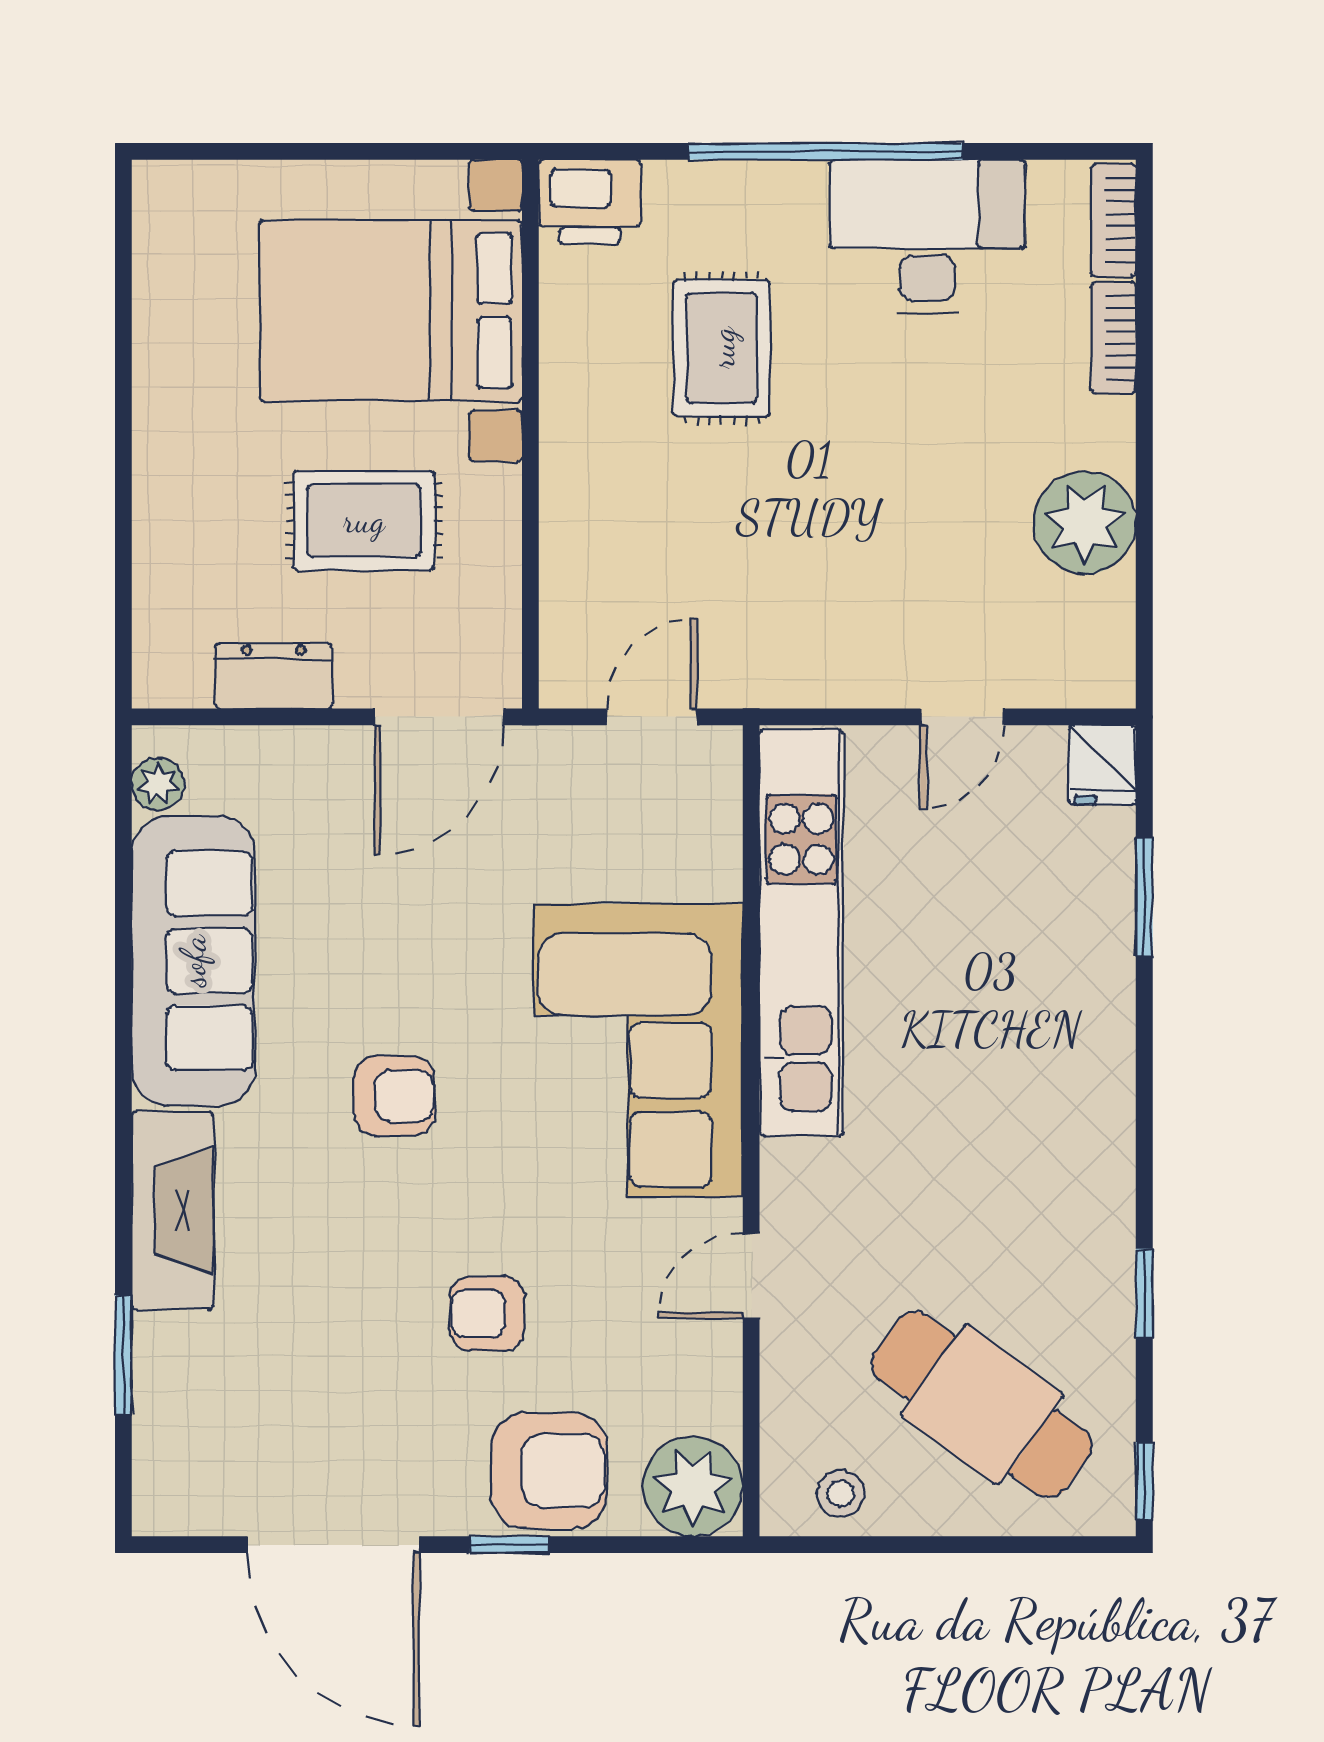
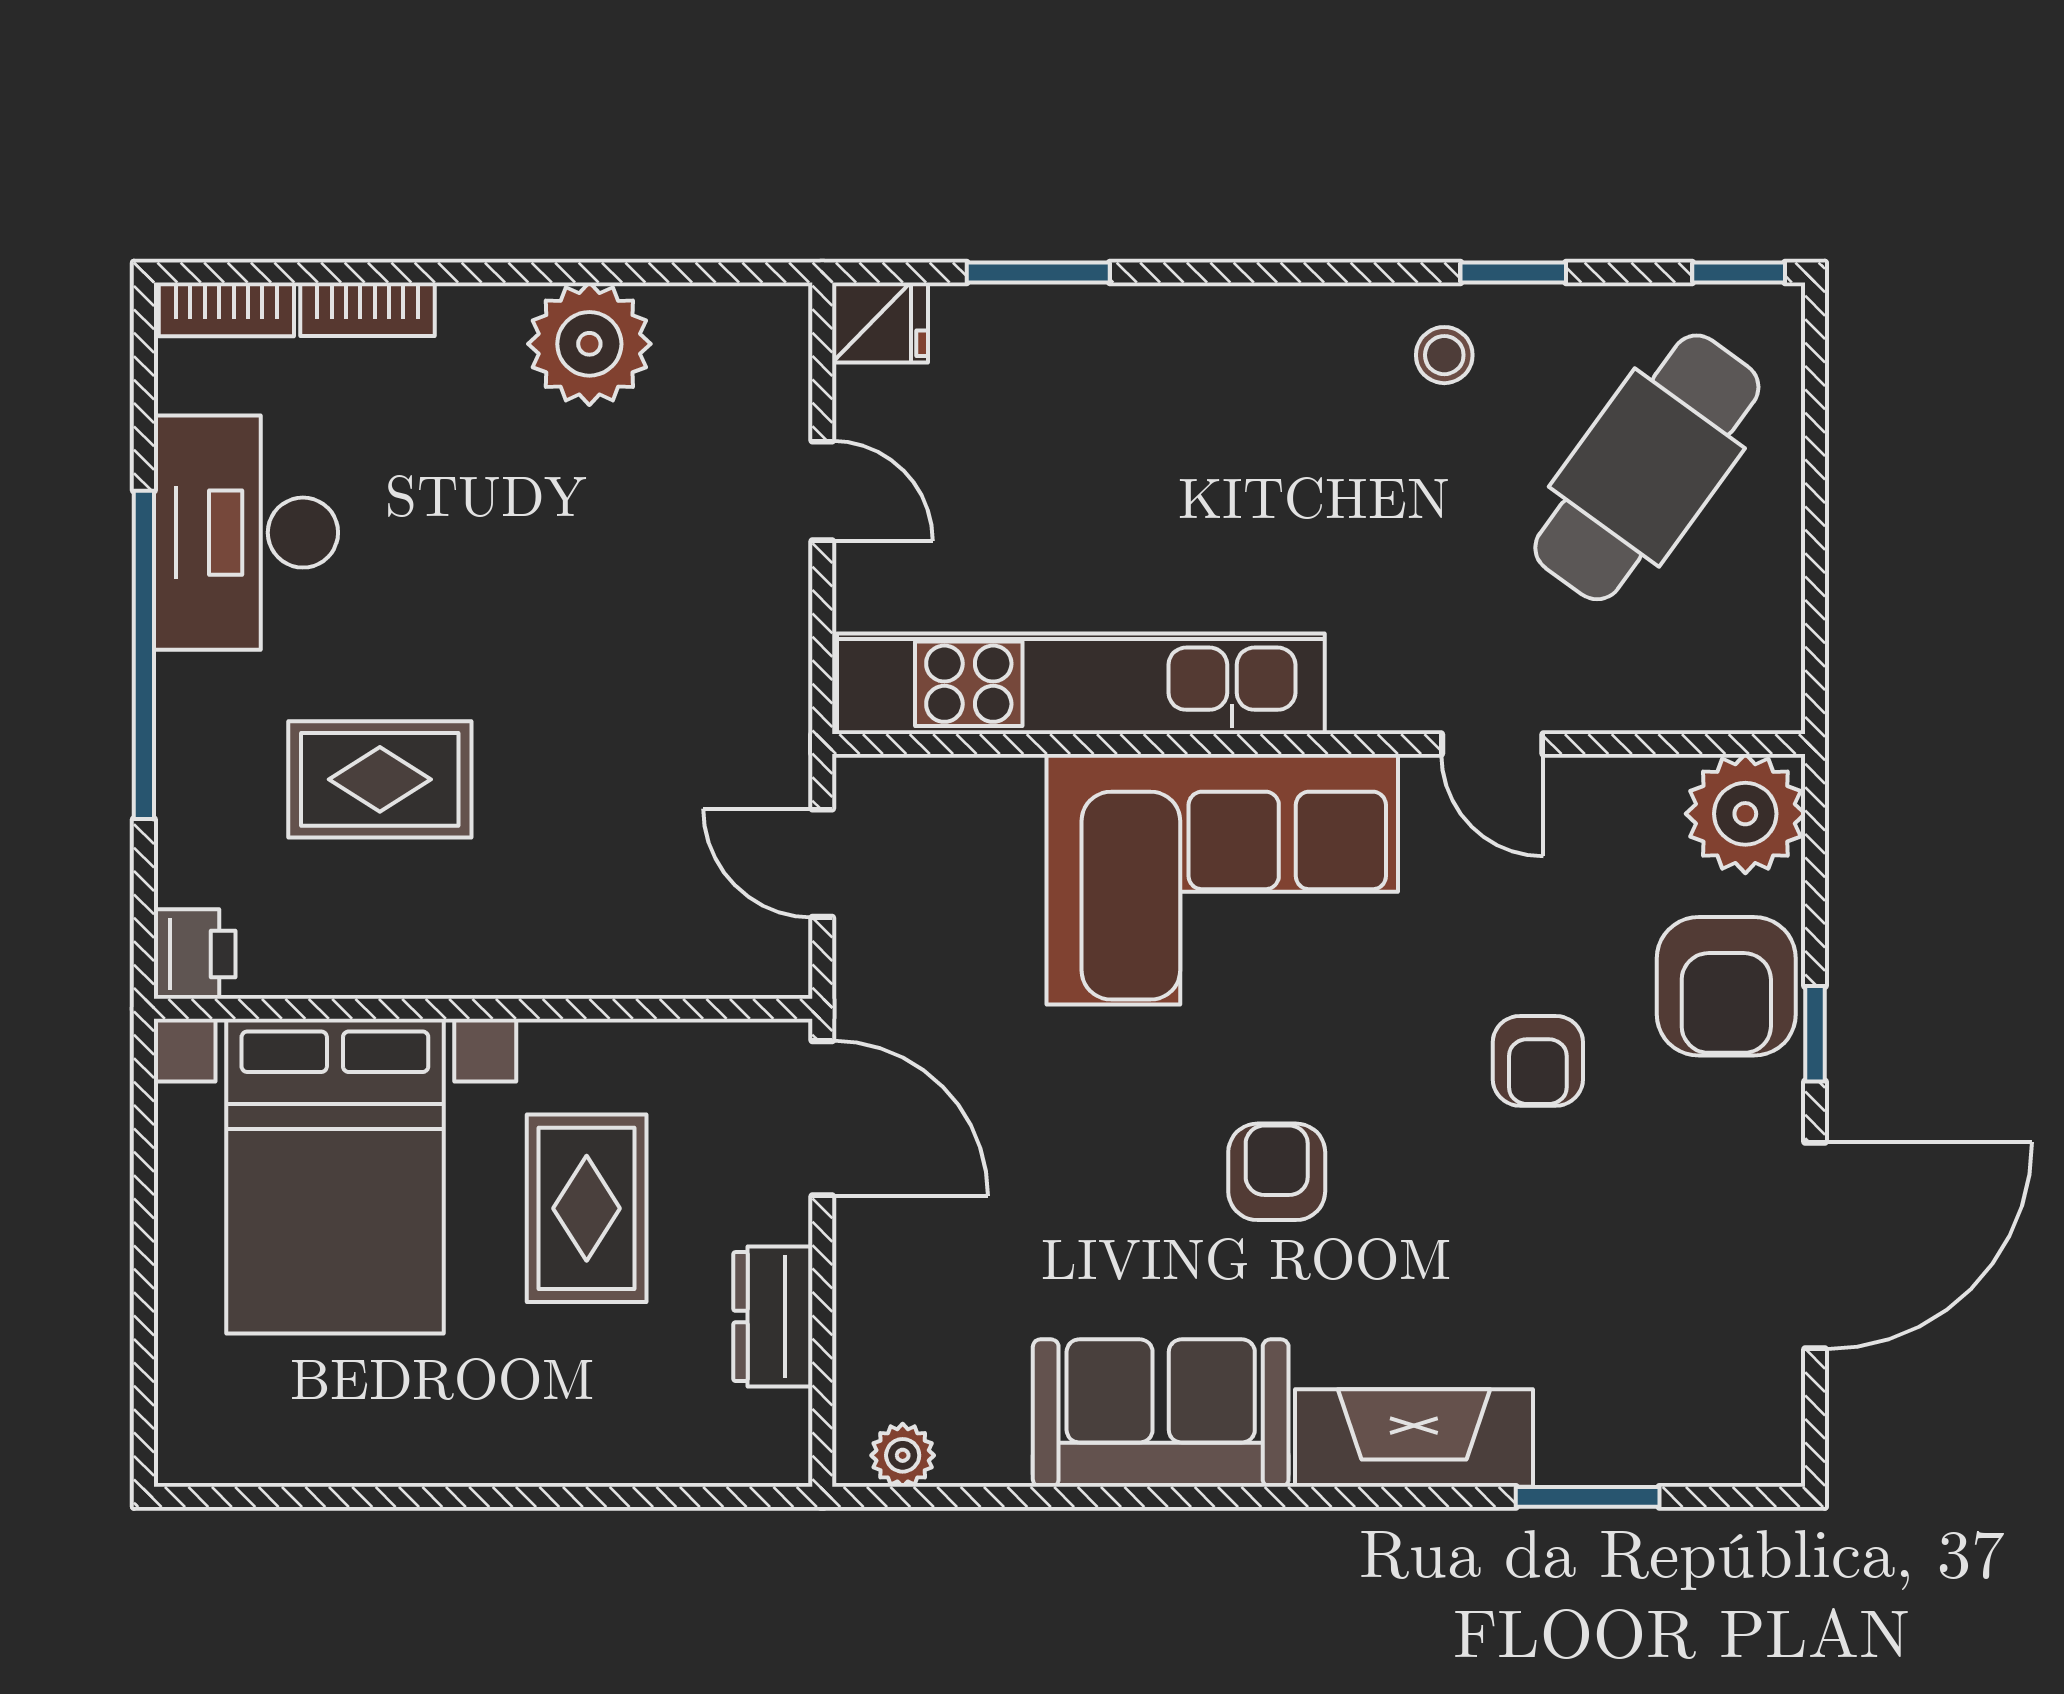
printer: (590, 202) -> (195, 954), width x0.73, depth x0.81
sofa: (193, 961) -> (1161, 1413), width x0.73
armchair: (549, 1471) -> (1726, 986), turned 180
stool: (841, 1494) -> (1444, 355), moved

